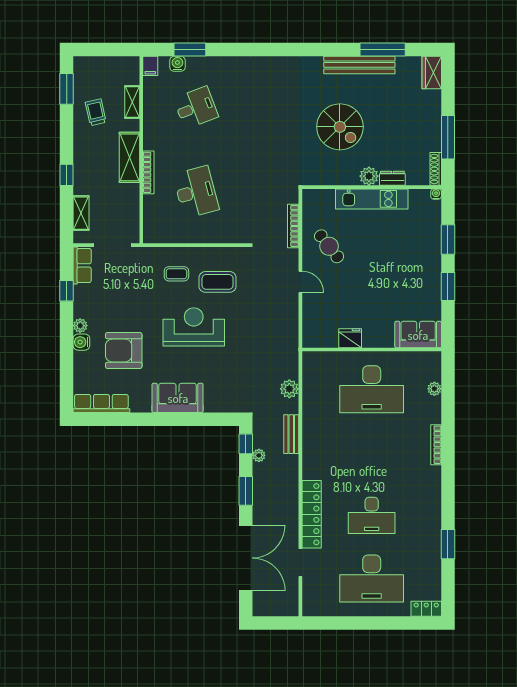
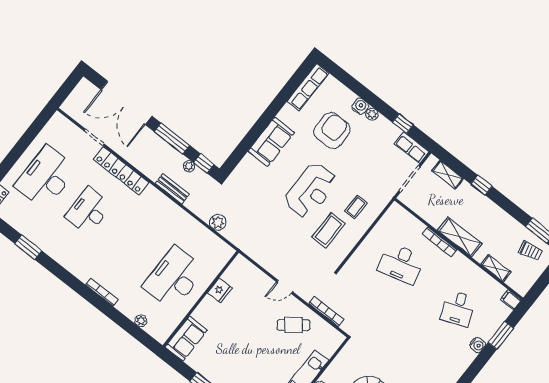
water cooler: (177, 64) -> (478, 345), moved
trolley: (96, 112) -> (531, 251), moved
bench: (291, 434) -> (172, 189), moved
window: (246, 491) -> (172, 139), width x1.44

